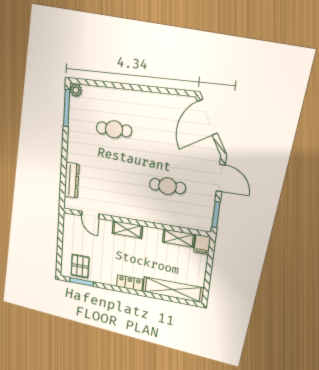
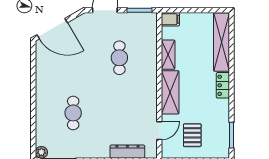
shelving: (127, 230) -> (170, 92), width x1.50, depth x1.33
shelving: (179, 238) -> (168, 55), moved
pallet: (80, 266) -> (192, 135), moved, turned 90

